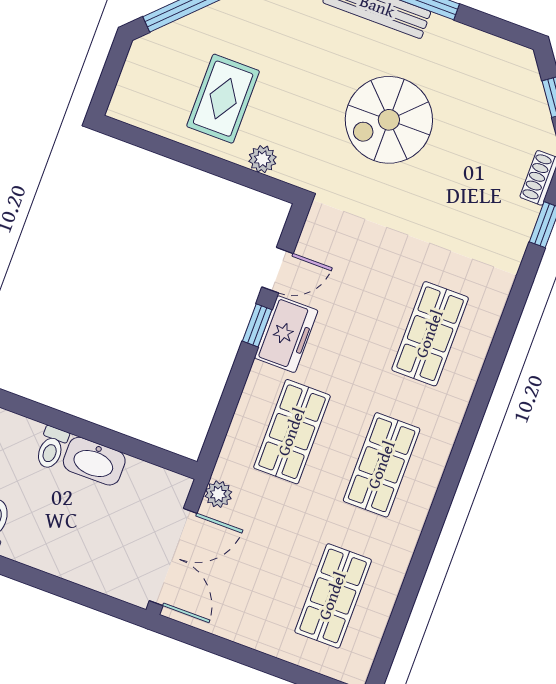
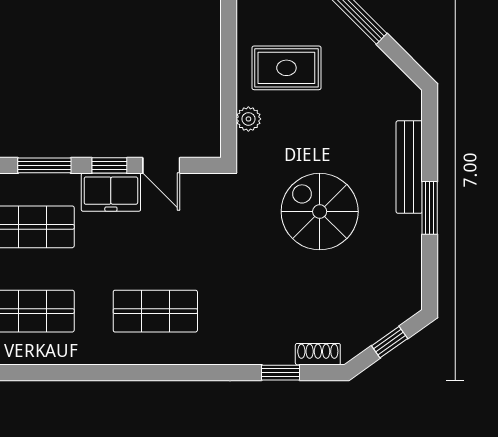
window: (232, 394) -> (44, 165), added

